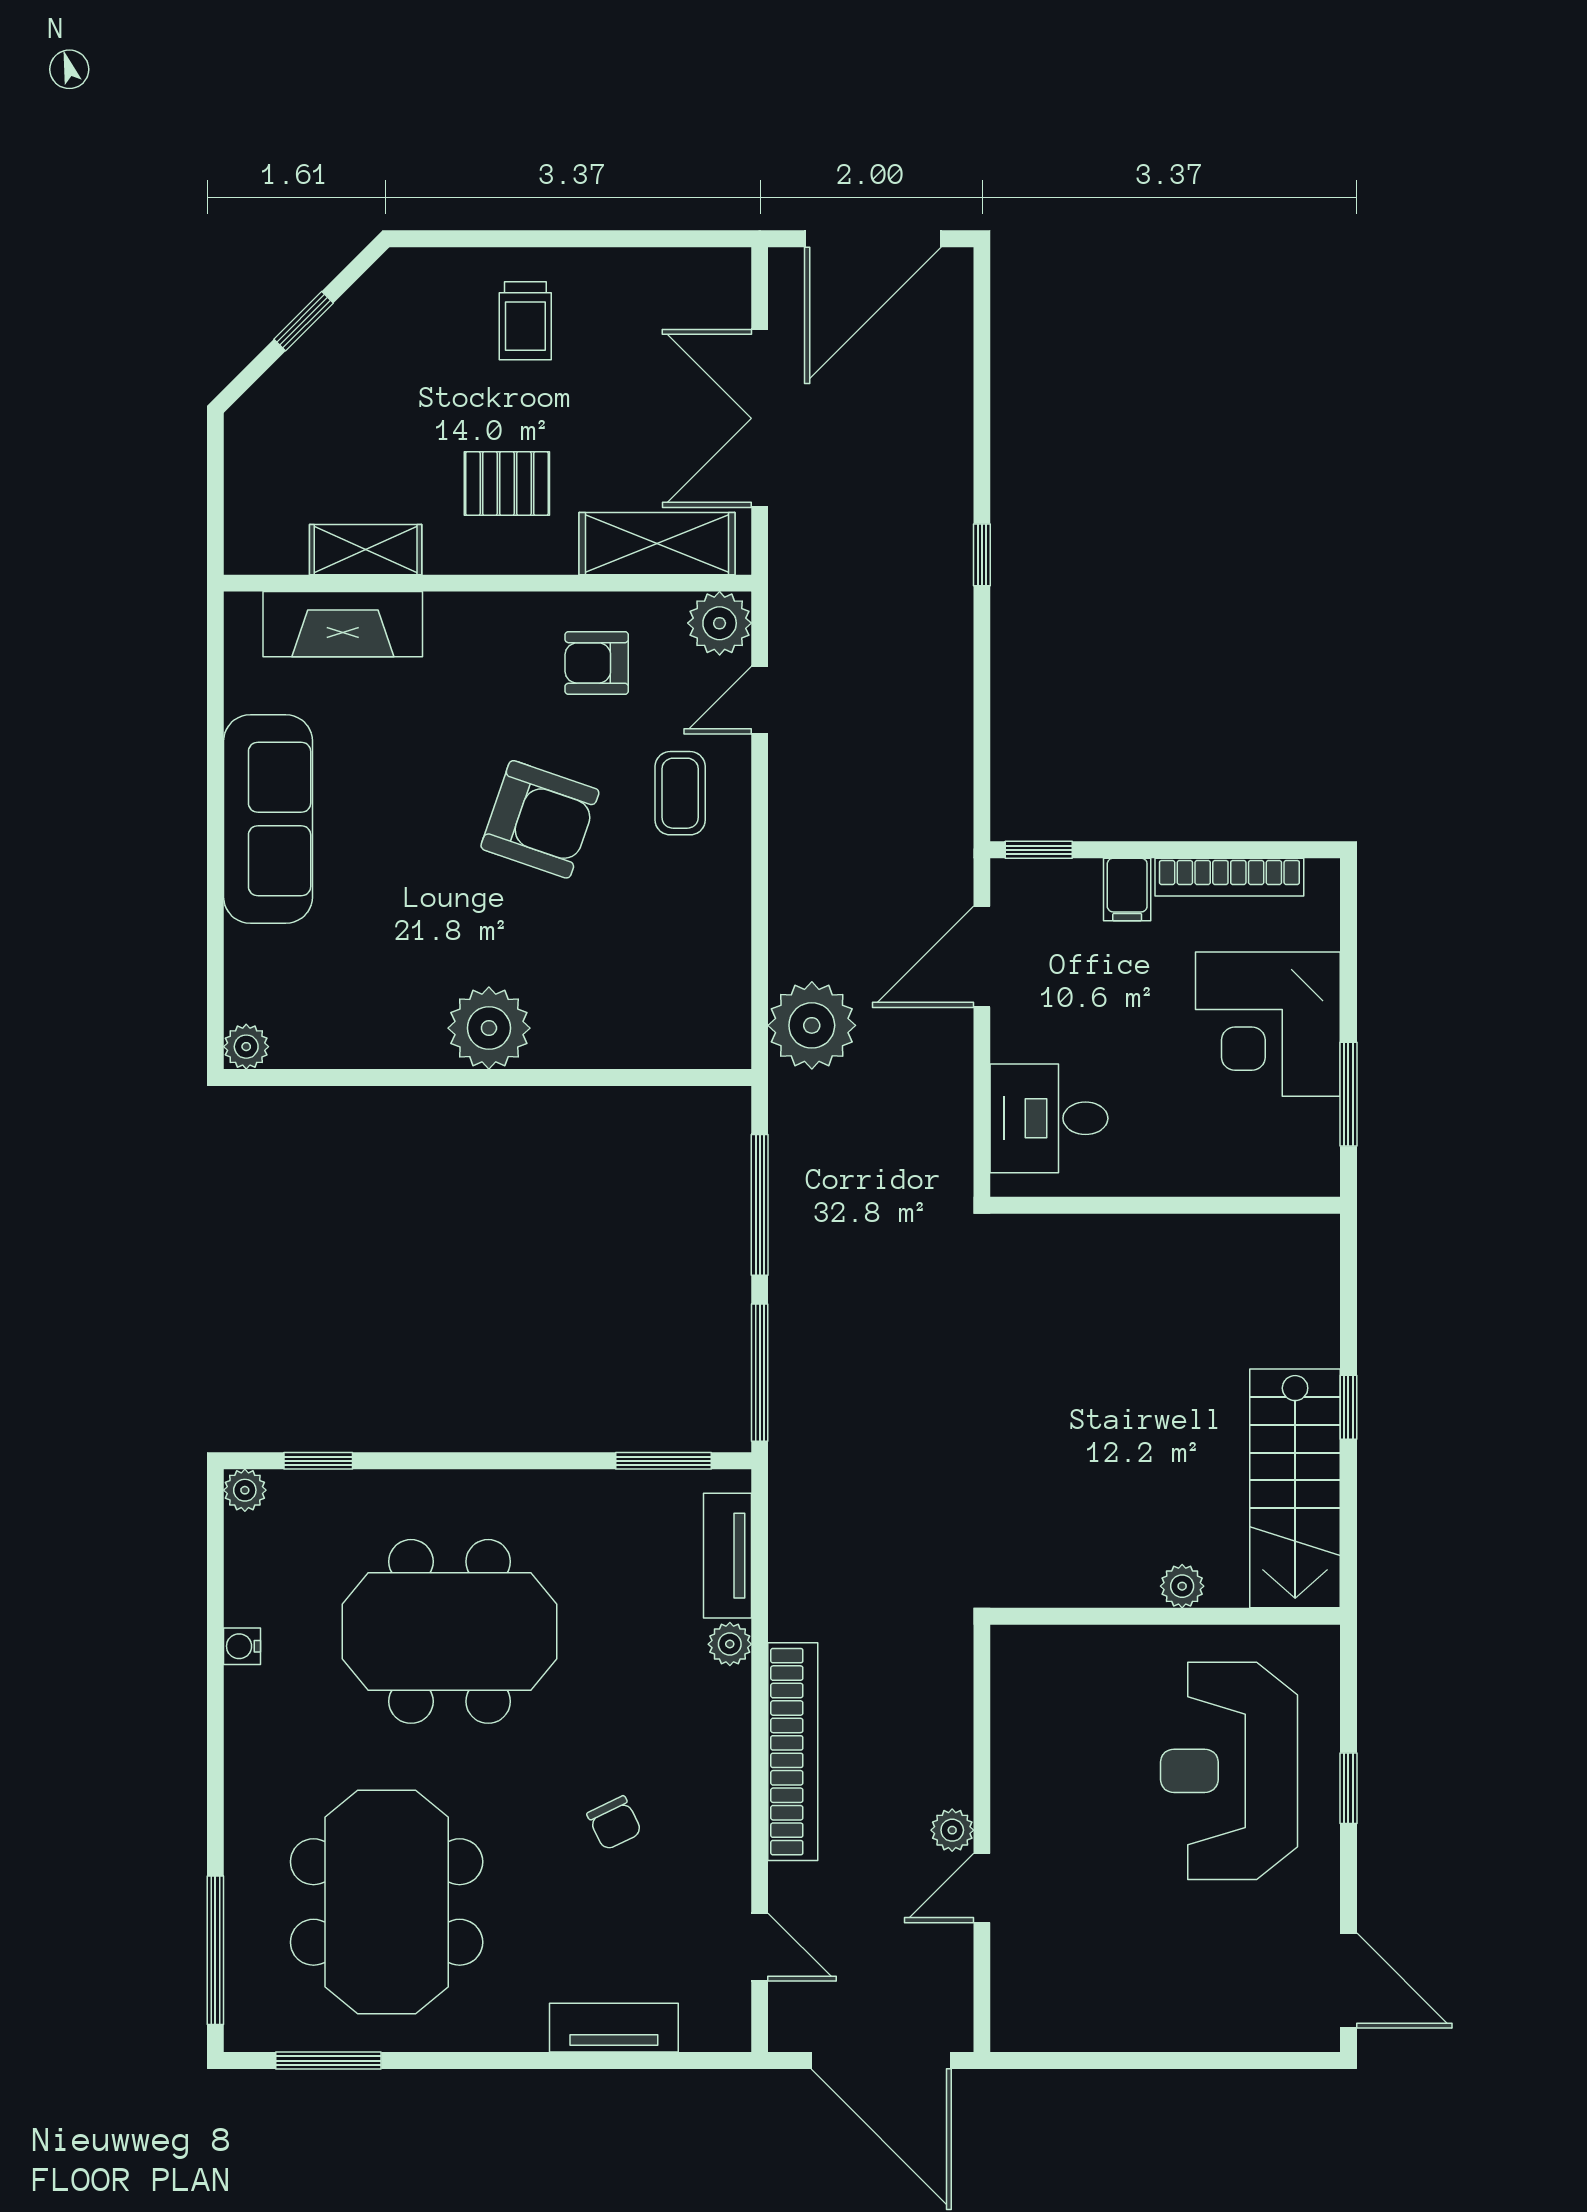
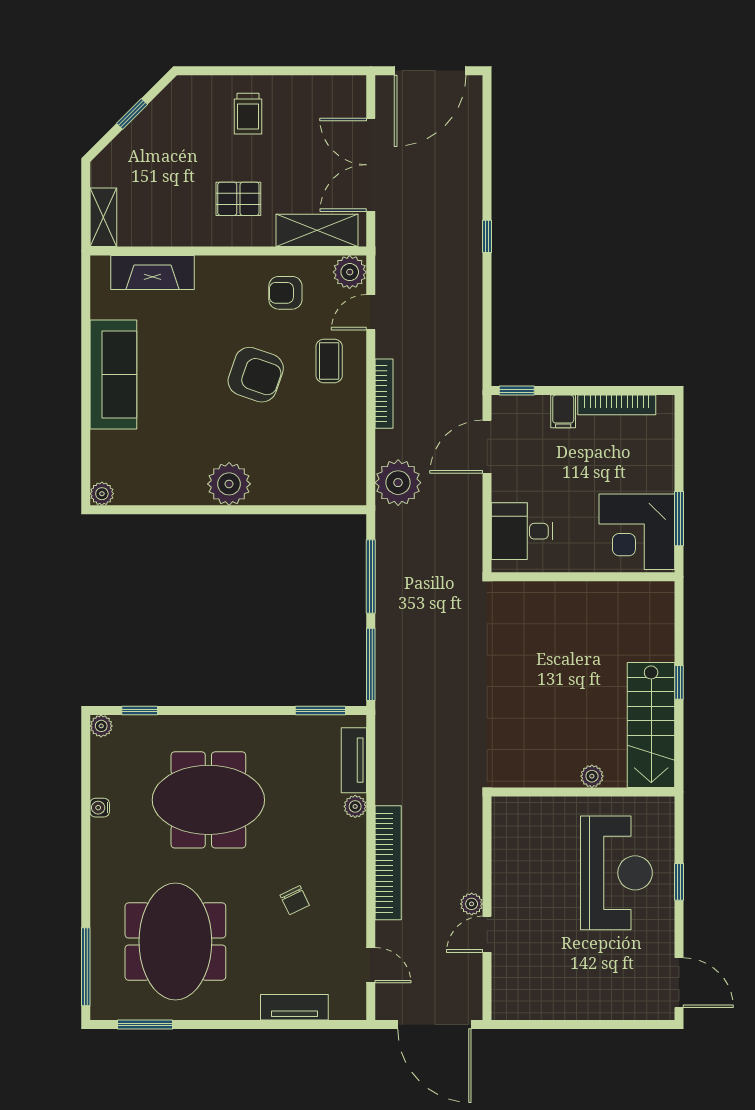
shelving: (366, 550) -> (103, 217), moved, turned 90
bookcase: (785, 856) -> (384, 394), added
corner desk: (1268, 1024) -> (637, 532), moved
reception desk: (1229, 1771) -> (616, 873), turned 180

